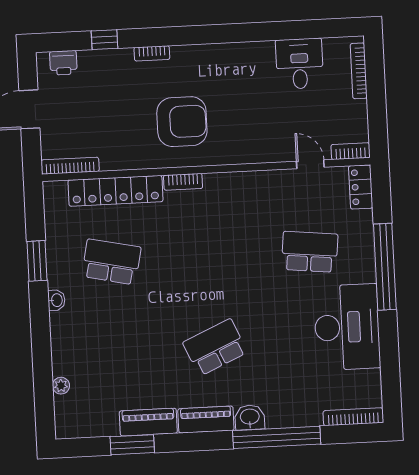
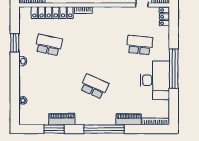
window: (385, 267) -> (174, 69), moved
school desk: (215, 347) -> (94, 86), turned 48
washbasin: (250, 417) -> (108, 119), removed
piano: (206, 420) -> (129, 119), moved
window: (277, 437) -> (104, 129), moved

